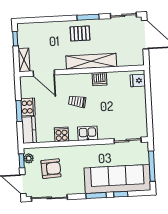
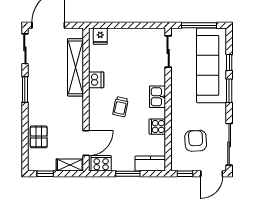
pallet: (80, 33) -> (39, 137), moved
shelving: (91, 61) -> (75, 67), moved
cooker: (28, 107) -> (101, 163), moved
plant: (29, 158) -> (183, 165), removed

